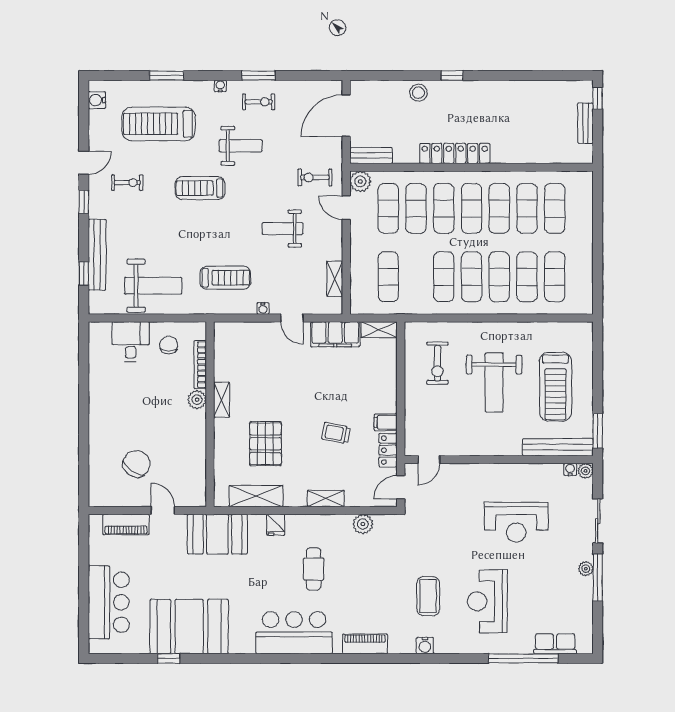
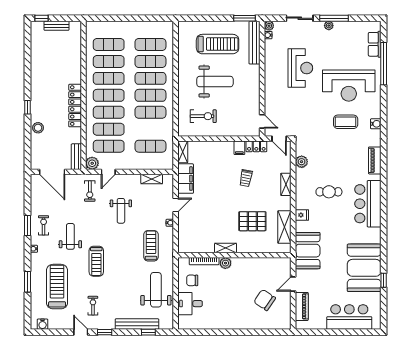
treadmill: (159, 124) -> (57, 287), turned 180
reception desk: (487, 601) -> (349, 86), width x1.36, depth x1.30

